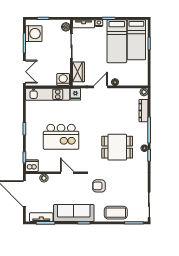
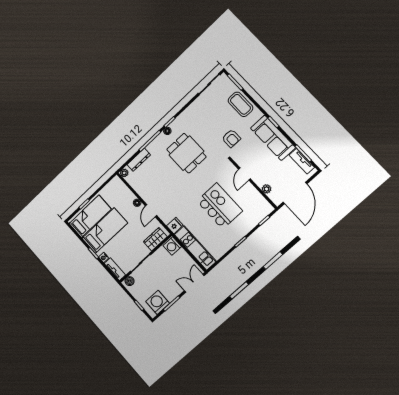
door: (101, 87) -> (151, 211), hinge flipped
dishwasher: (32, 166) -> (265, 208), removed

